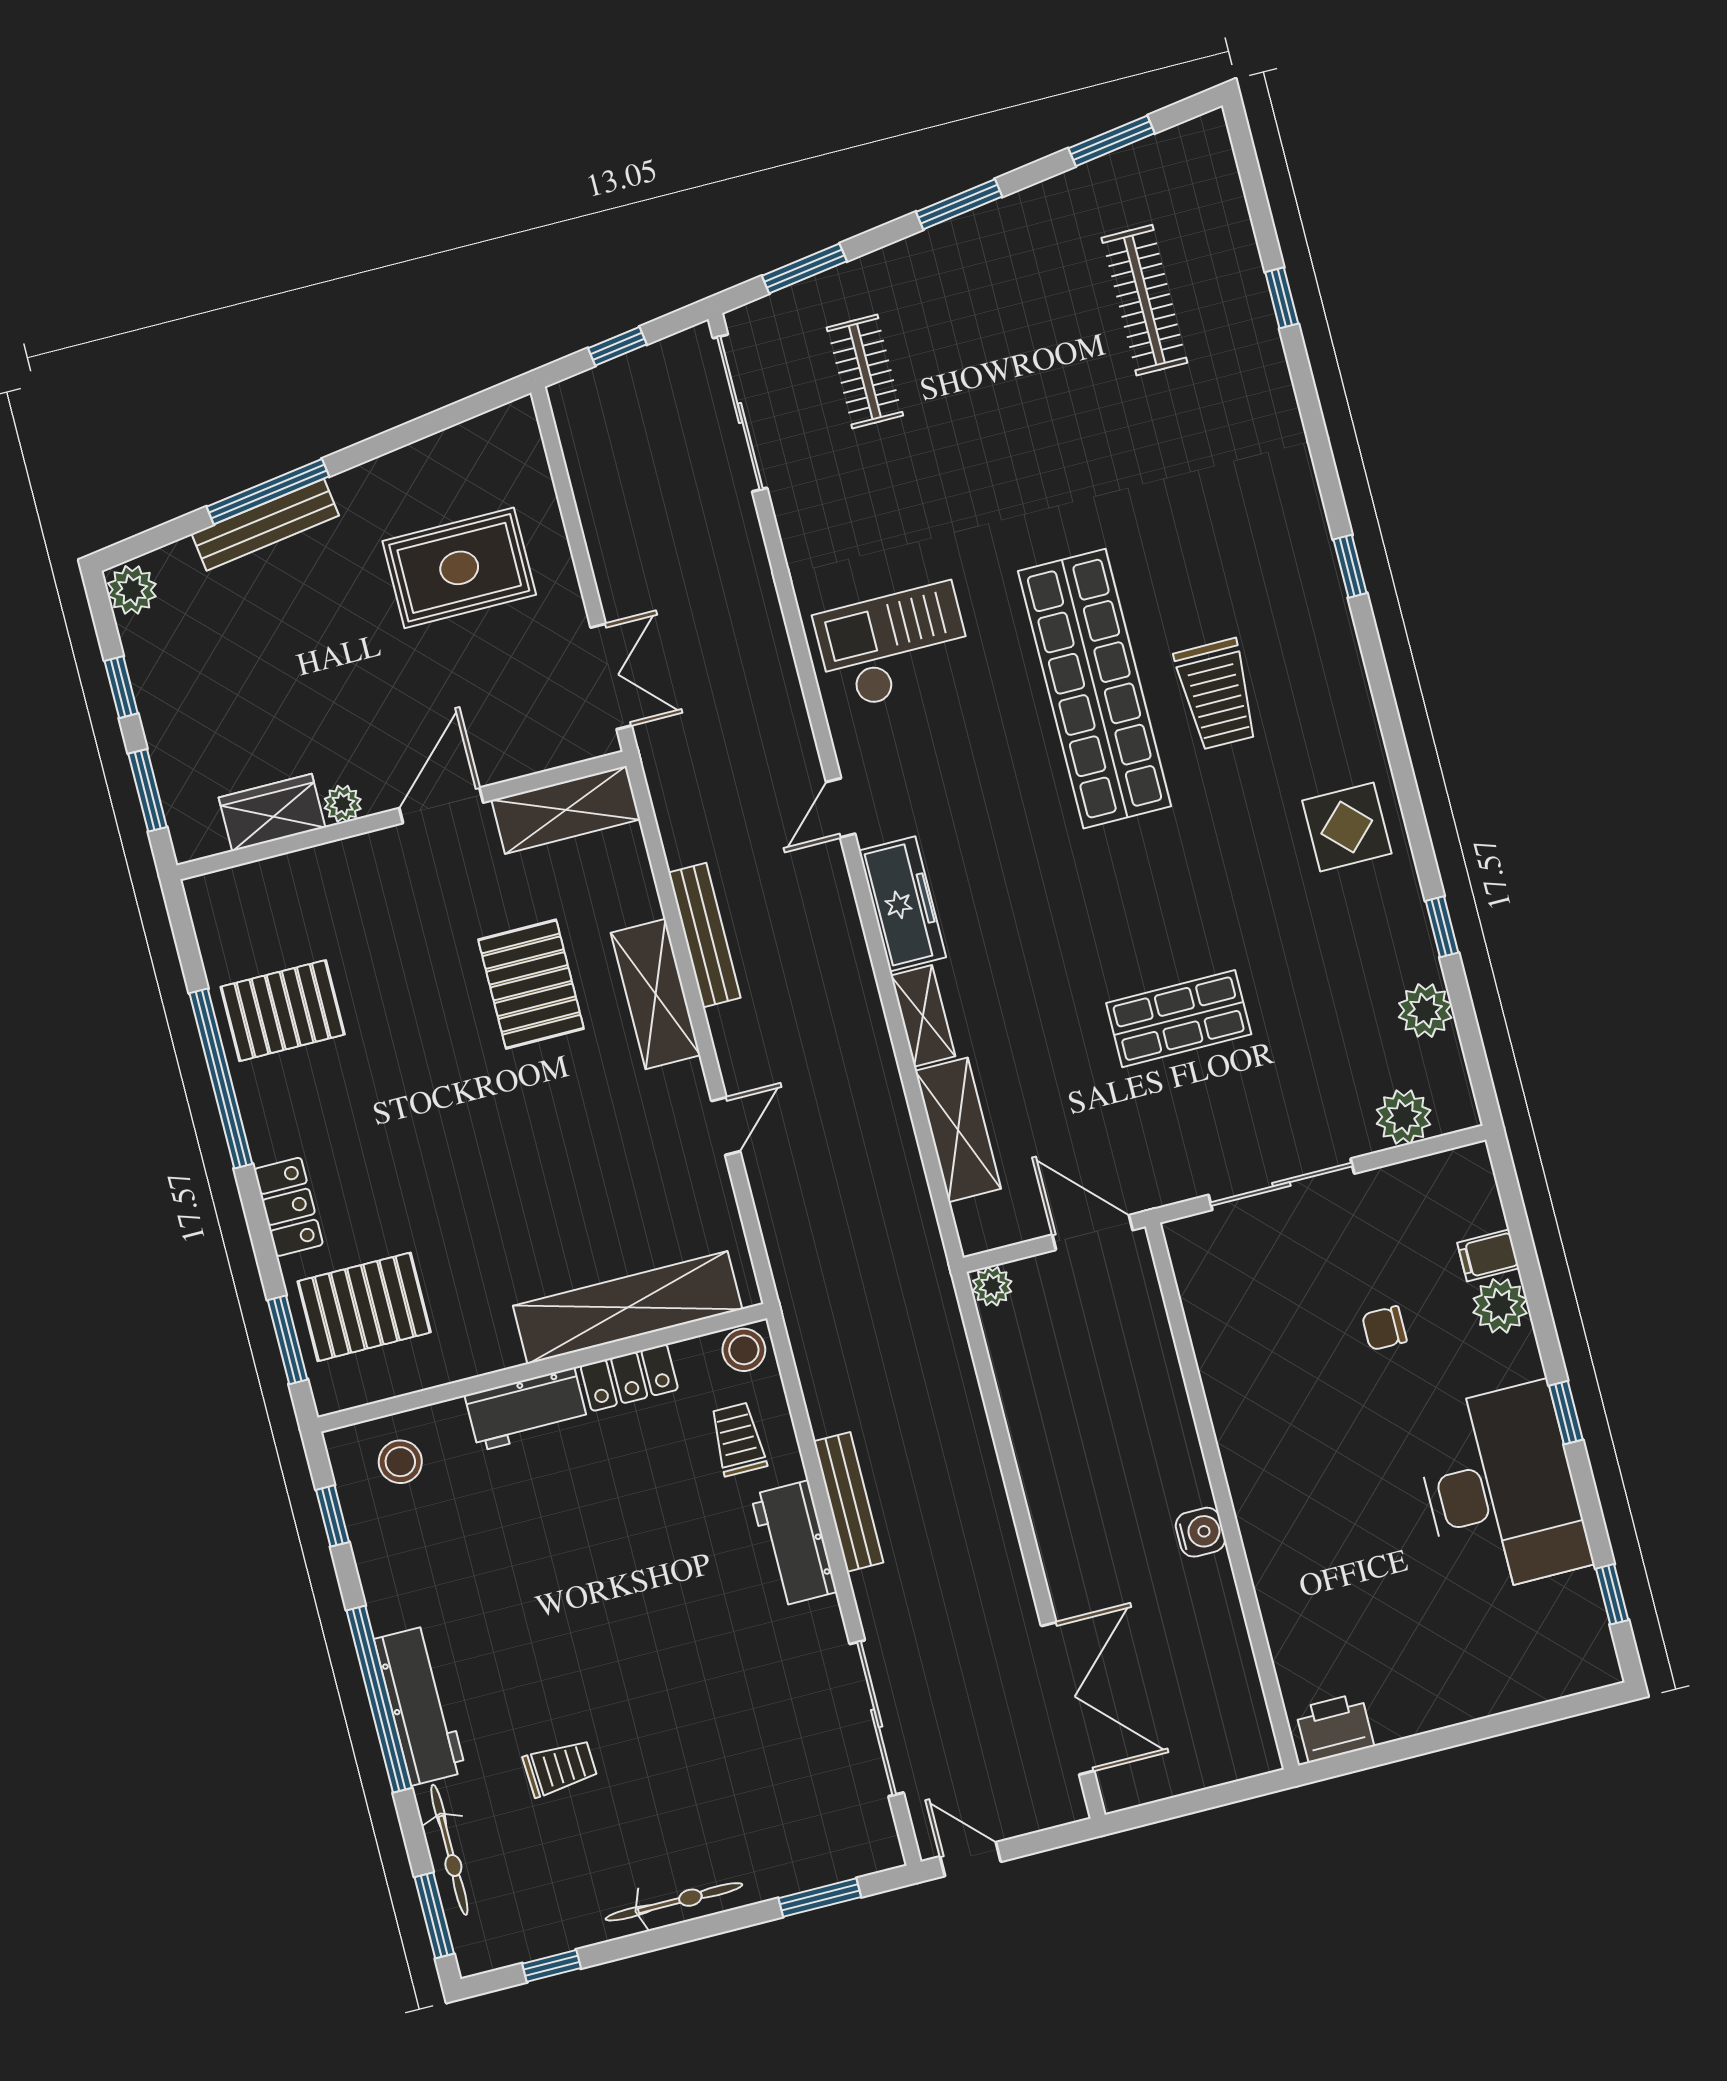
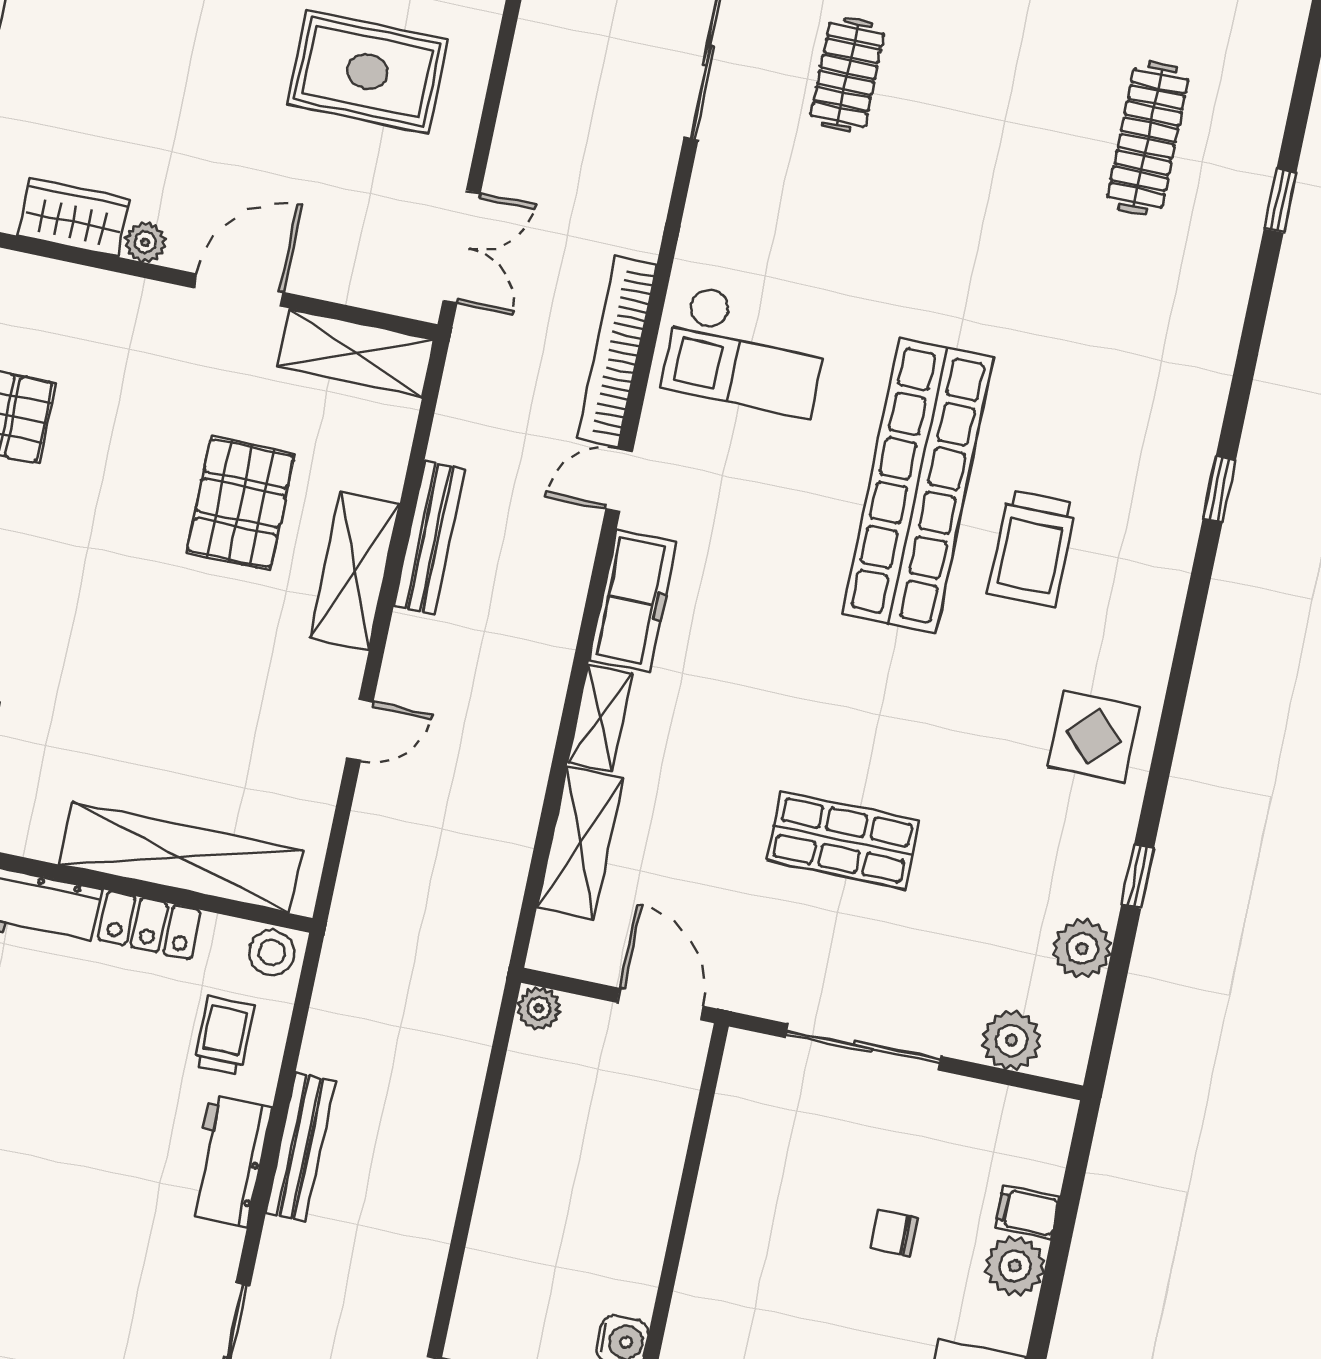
checkout: (894, 646) -> (746, 351), turned 180
bookcase: (785, 701) -> (617, 352), added

